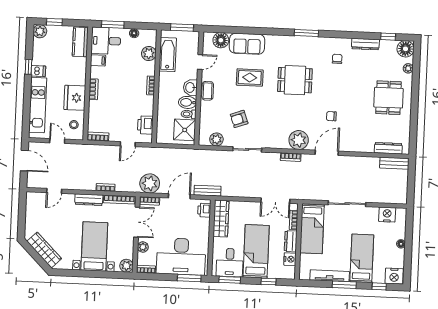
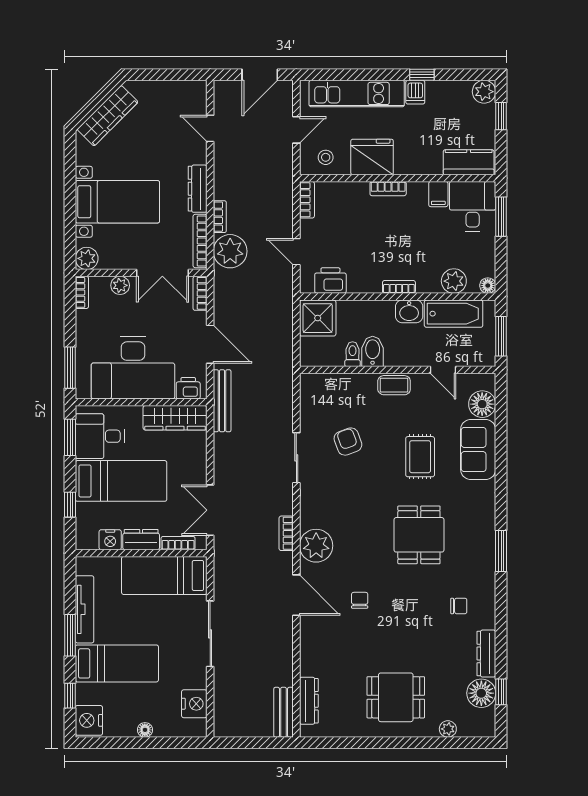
floor lamp: (134, 33) -> (488, 286), moved
floor lamp: (406, 49) -> (481, 693), moved
washbasin: (190, 87) -> (409, 311), moved, turned 180
shower: (185, 130) -> (318, 318), moved
plant: (216, 139) -> (311, 404), removed
plant: (150, 183) -> (230, 251), moved
bench: (207, 191) -> (222, 401), width x1.36
desk: (181, 257) -> (133, 368), moved, turned -90

